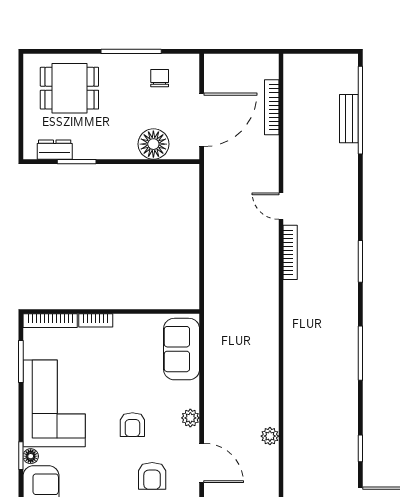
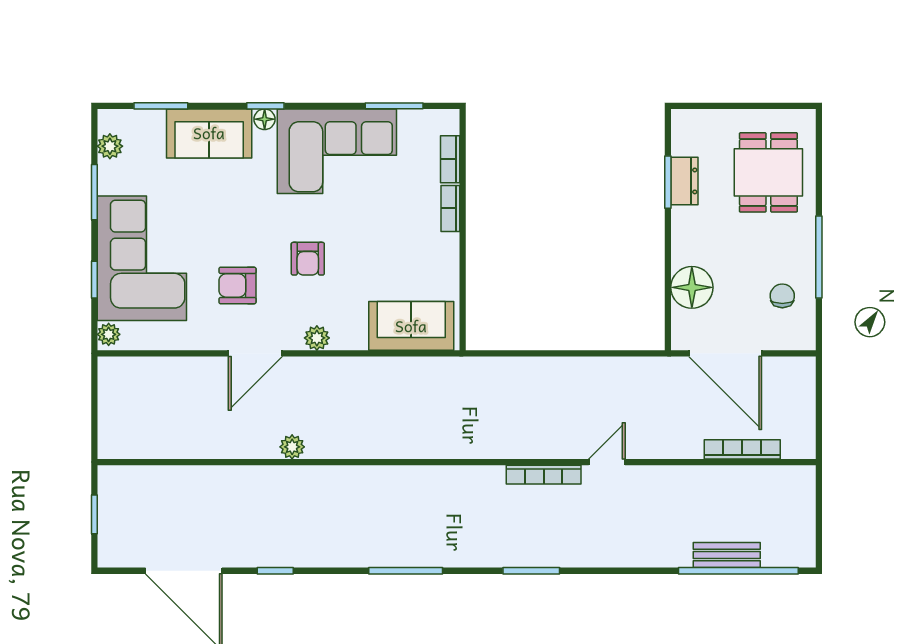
chair: (160, 78) -> (782, 296), turned -90
dresser: (55, 150) -> (684, 181), moved
bookcase: (50, 321) -> (450, 159), width x0.64
armchair: (132, 425) -> (308, 259), turned -90

